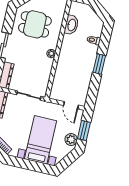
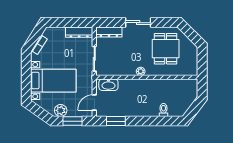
washbasin: (71, 25) -> (108, 85), moved
window: (99, 64) -> (116, 121), moved

